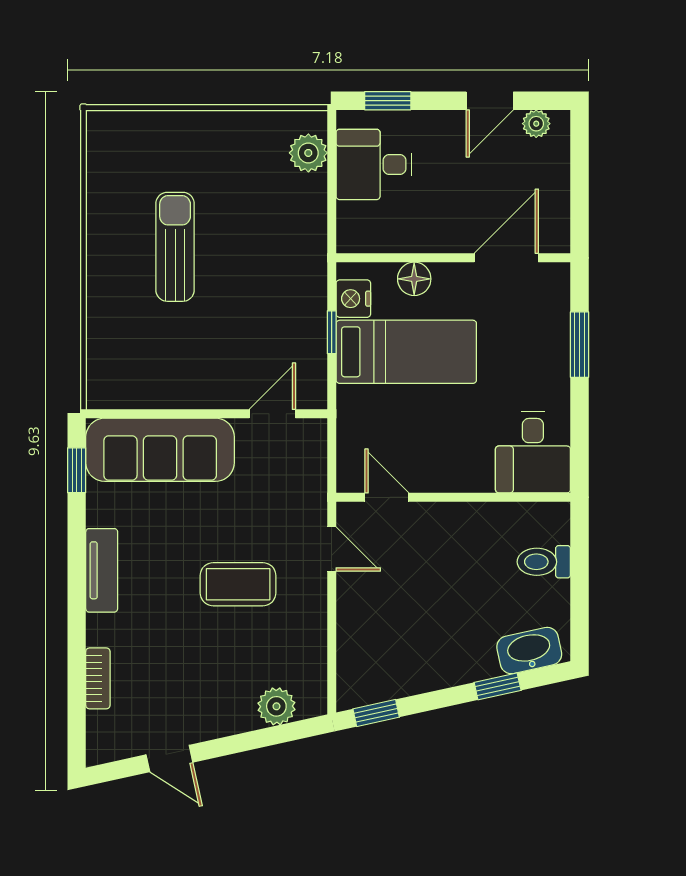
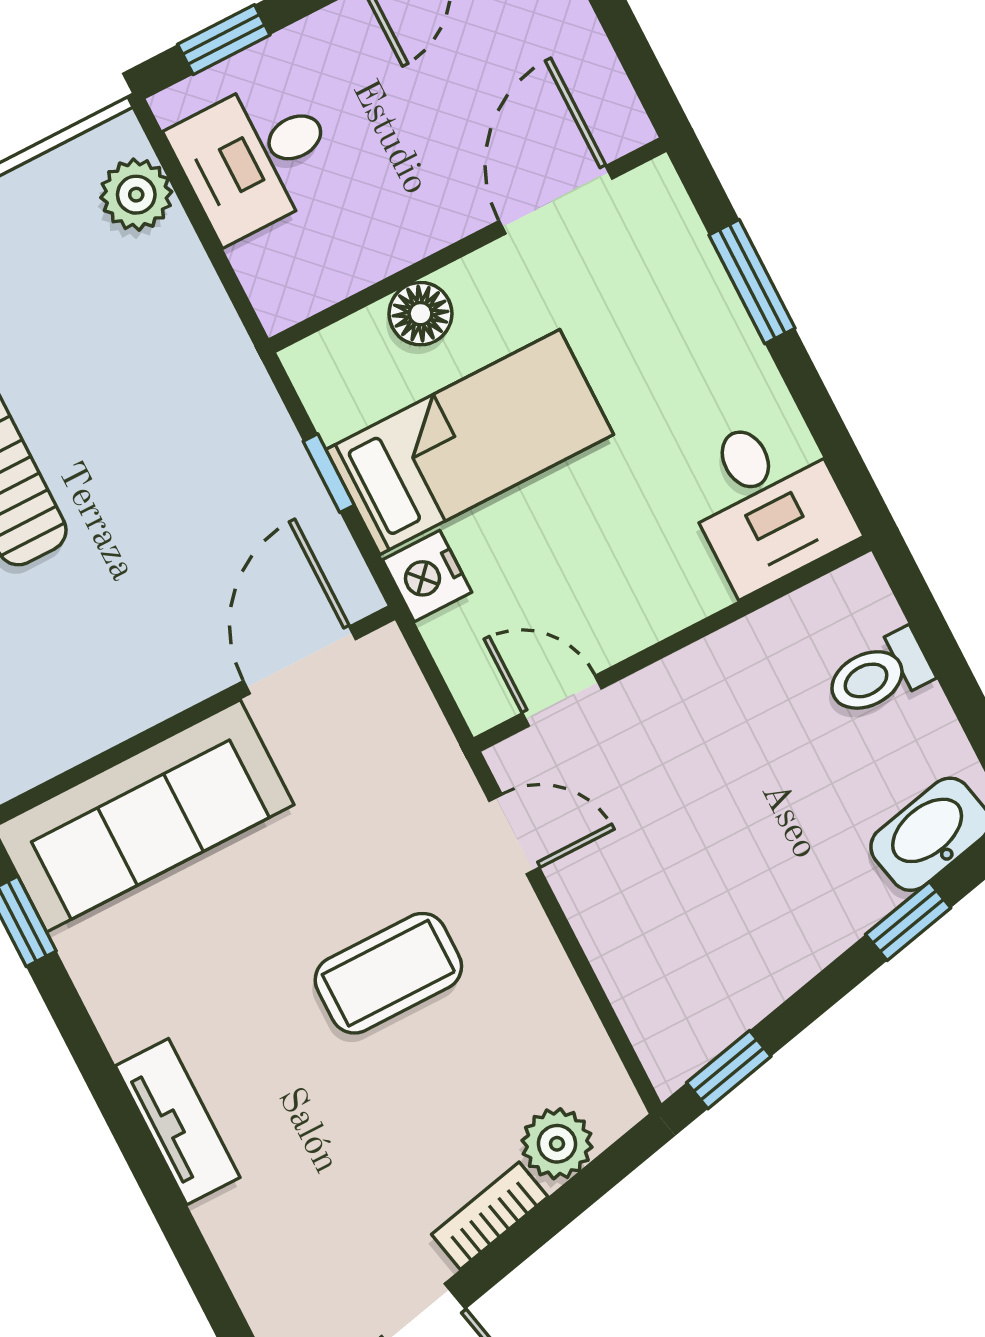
nightstand: (353, 299) -> (427, 576), moved
door: (272, 414) -> (300, 660), width x1.38
tv unit: (102, 570) -> (178, 1122), moved
bookcase: (98, 678) -> (490, 1216), moved, turned -102

